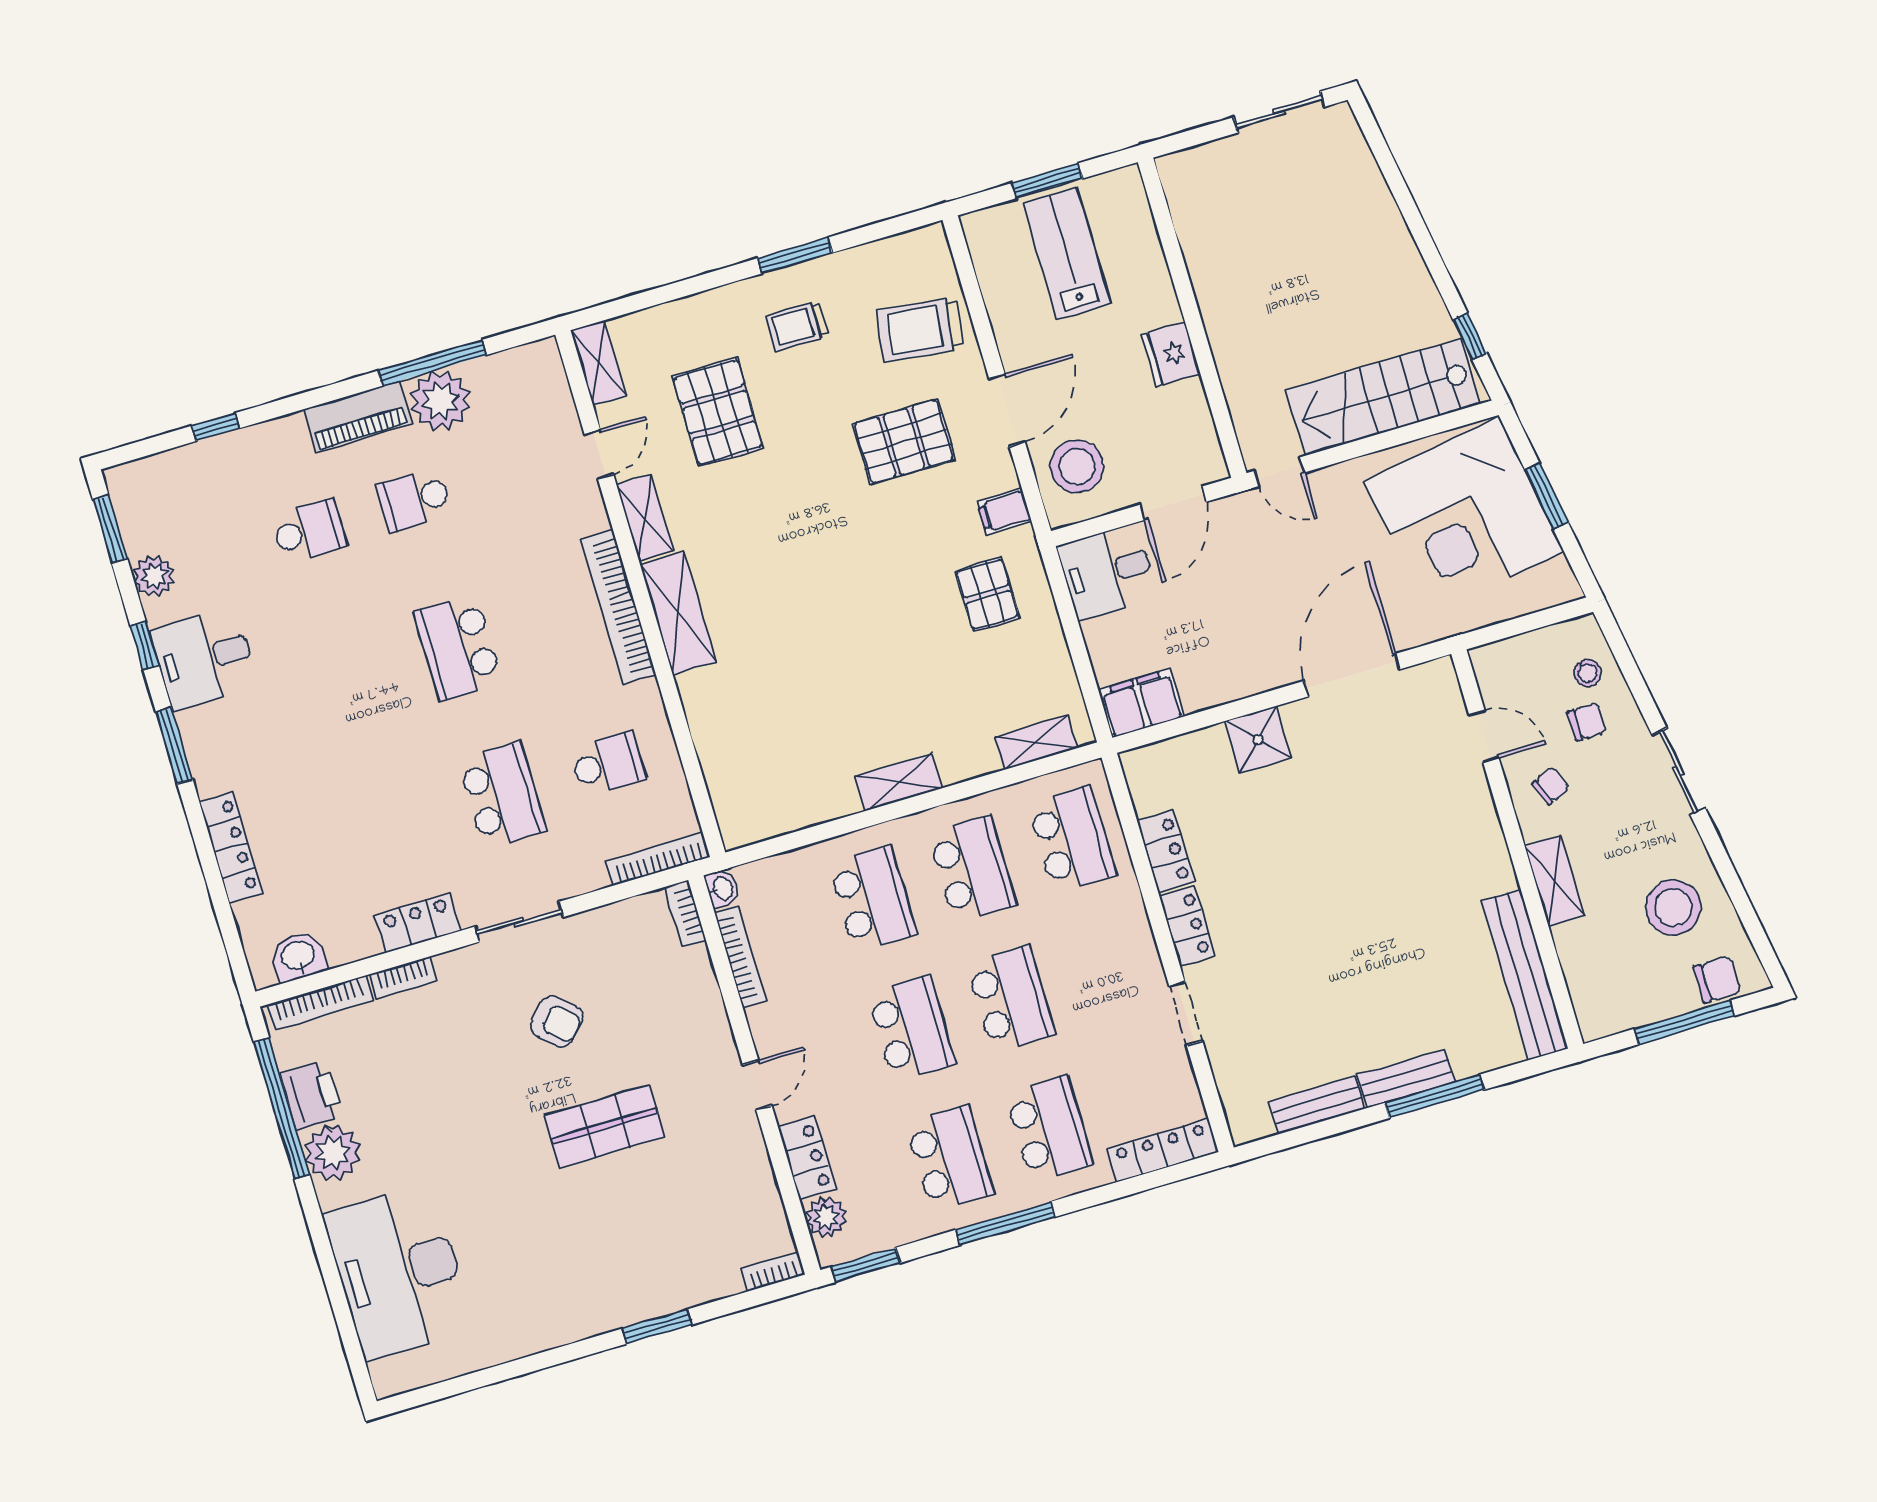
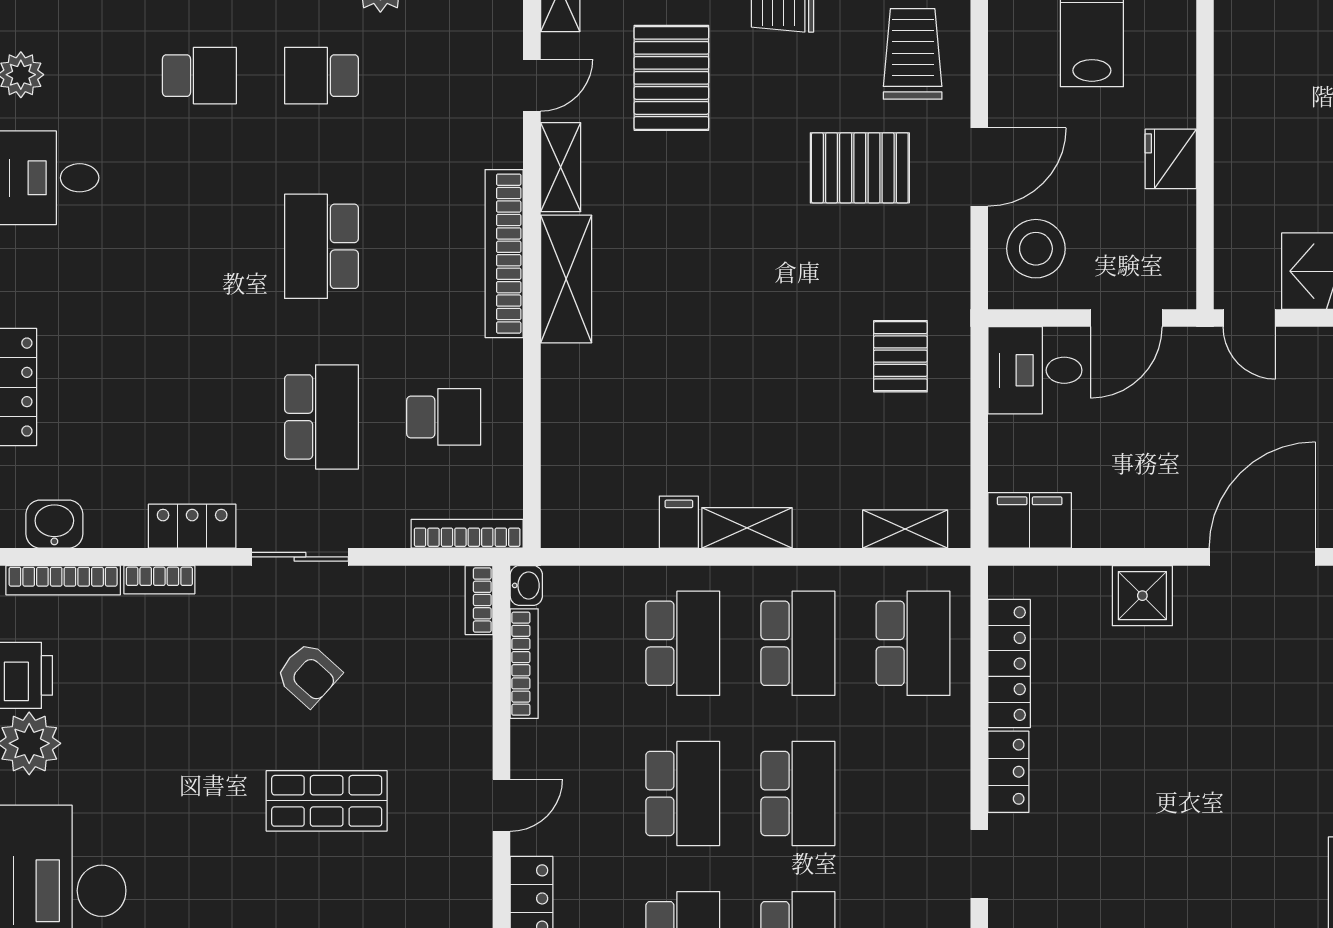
trolley: (920, 329) -> (913, 54), turned 83
filing cabinet: (1004, 512) -> (679, 522), moved, turned 90
locker: (1166, 852) -> (1009, 664), width x1.53

